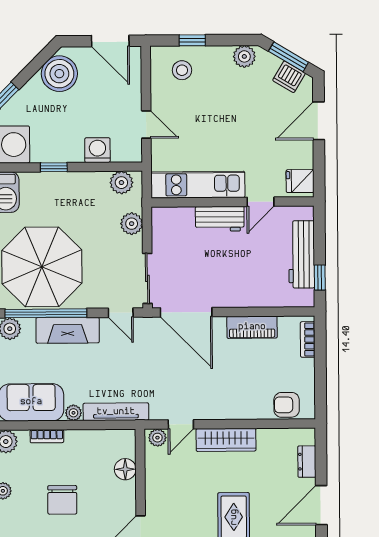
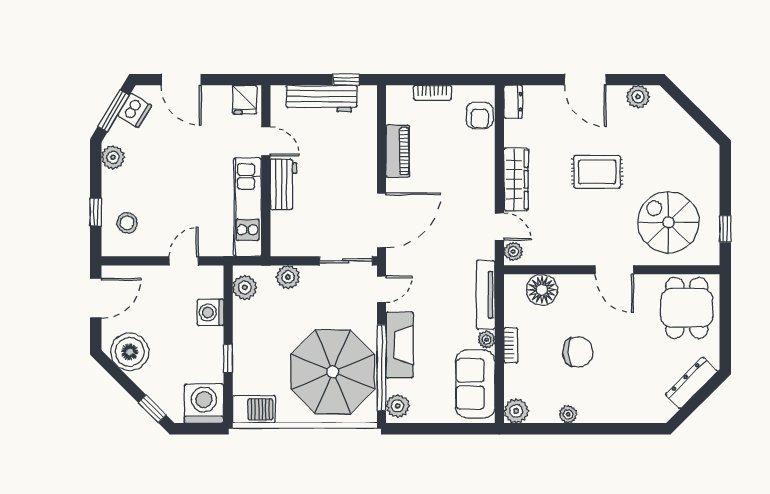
bookcase: (308, 339) -> (432, 93), moved
bookcase: (47, 436) -> (511, 345), moved
dresser: (307, 462) -> (513, 102), moved, turned -90
floor lamp: (125, 469) -> (542, 290), width x1.38, depth x1.38

